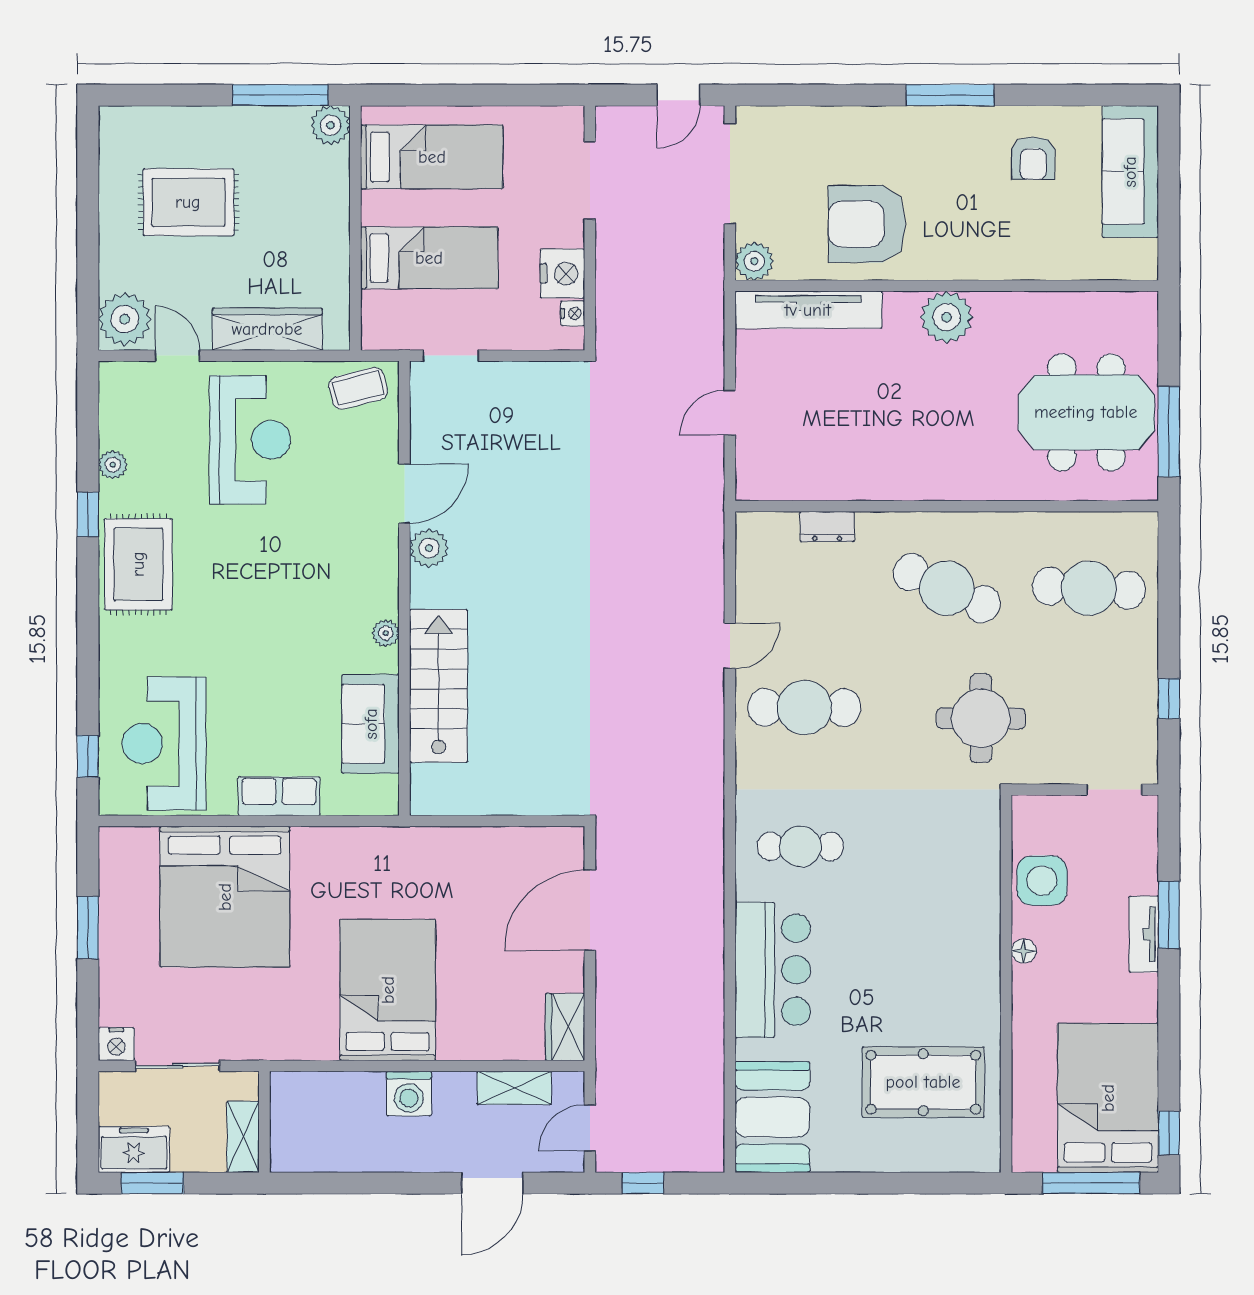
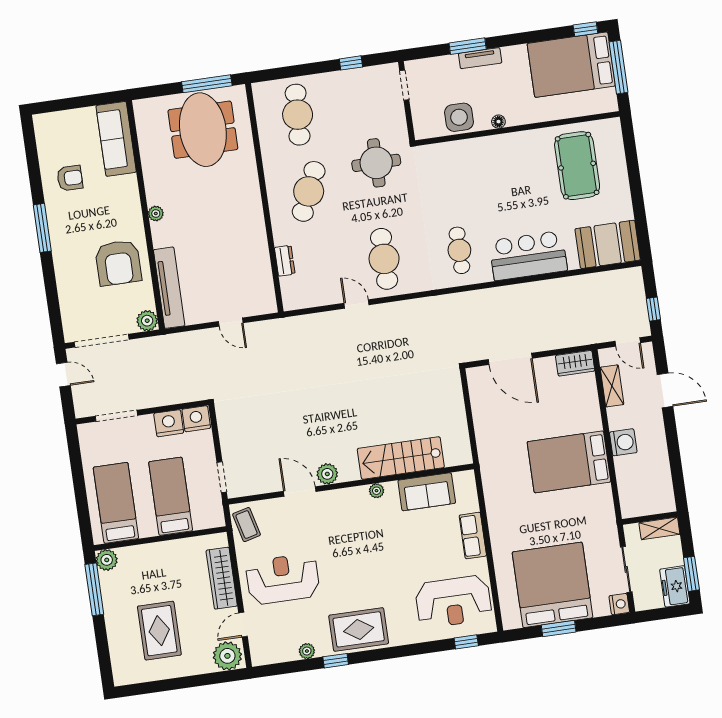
sofa: (1130, 172) -> (116, 139), moved, turned 90
nightstand: (573, 313) -> (196, 419), width x1.89, depth x1.79
plant: (947, 317) -> (156, 214), width x0.53, depth x0.53
bed: (225, 897) -> (553, 585), moved, turned -90

